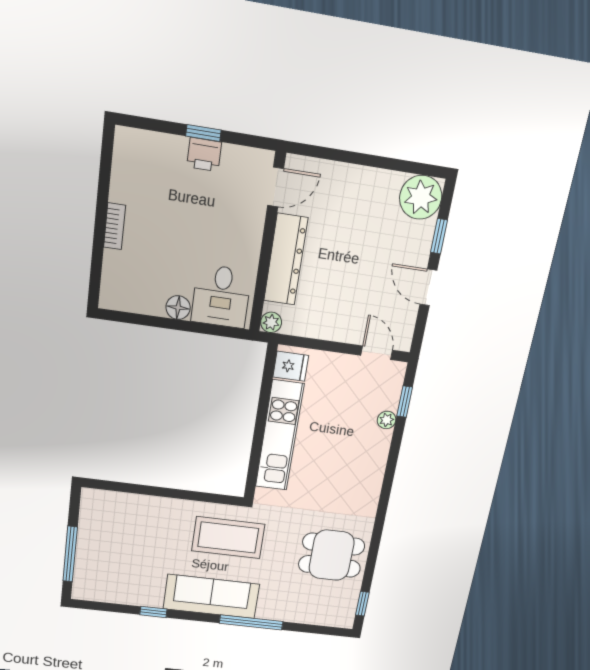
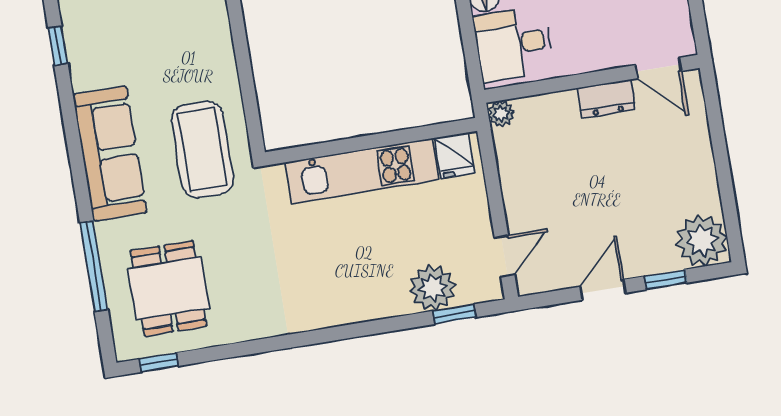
dresser: (286, 260) -> (606, 99), width x0.51, depth x0.80
plant: (387, 420) -> (433, 288), width x1.88, depth x1.88
dining table: (332, 555) -> (168, 288), moved
window: (153, 612) -> (58, 46), moved
window: (251, 622) -> (94, 266), moved

